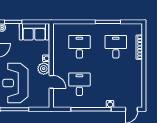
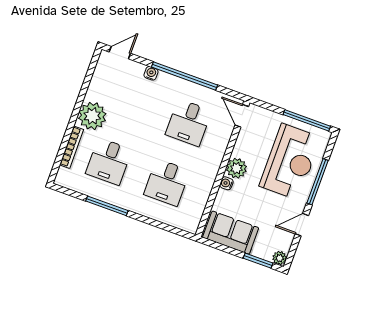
plant: (134, 69) -> (92, 116), added
door: (51, 82) -> (242, 116), moved

